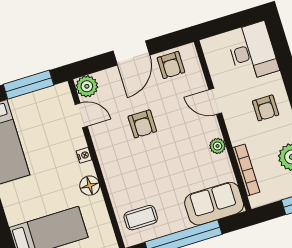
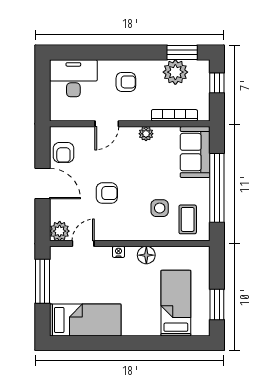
armchair: (171, 65) -> (63, 153), turned 90
side table: (144, 184) -> (160, 208), added

